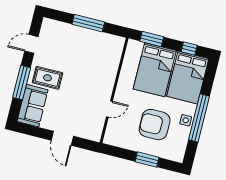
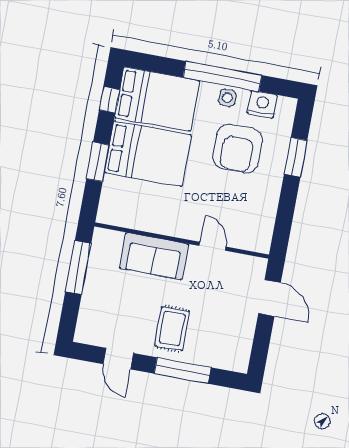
wall: (114, 90) -> (182, 240), moved
sofa: (33, 106) -> (154, 256), moved, turned 180
door: (109, 109) -> (213, 246), moved
door: (62, 138) -> (269, 298), hinge flipped
nightstand: (181, 141) -> (262, 104), added

